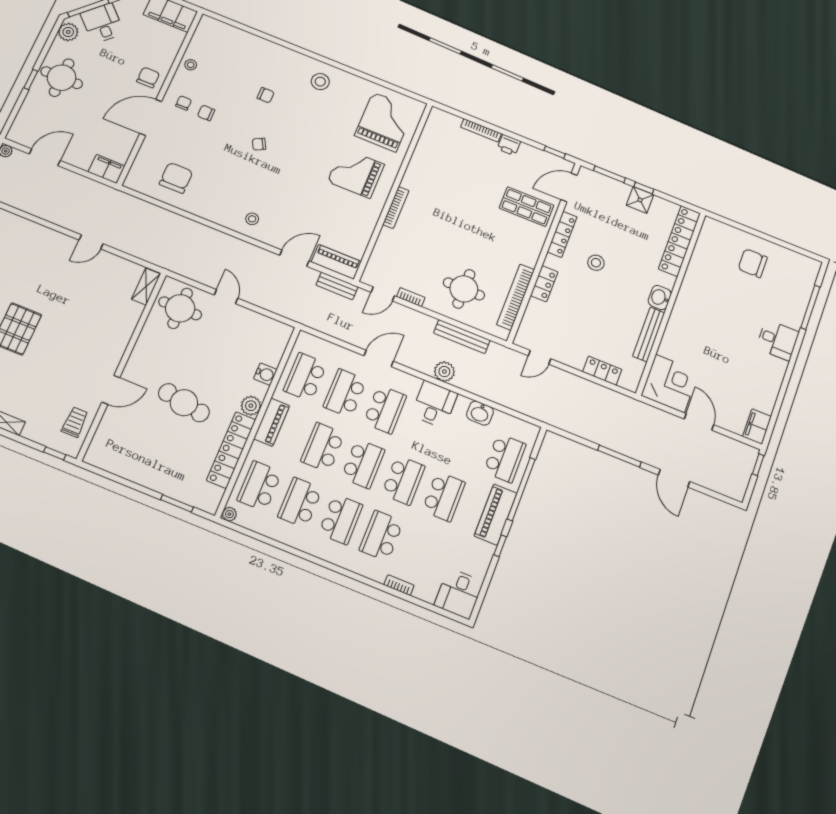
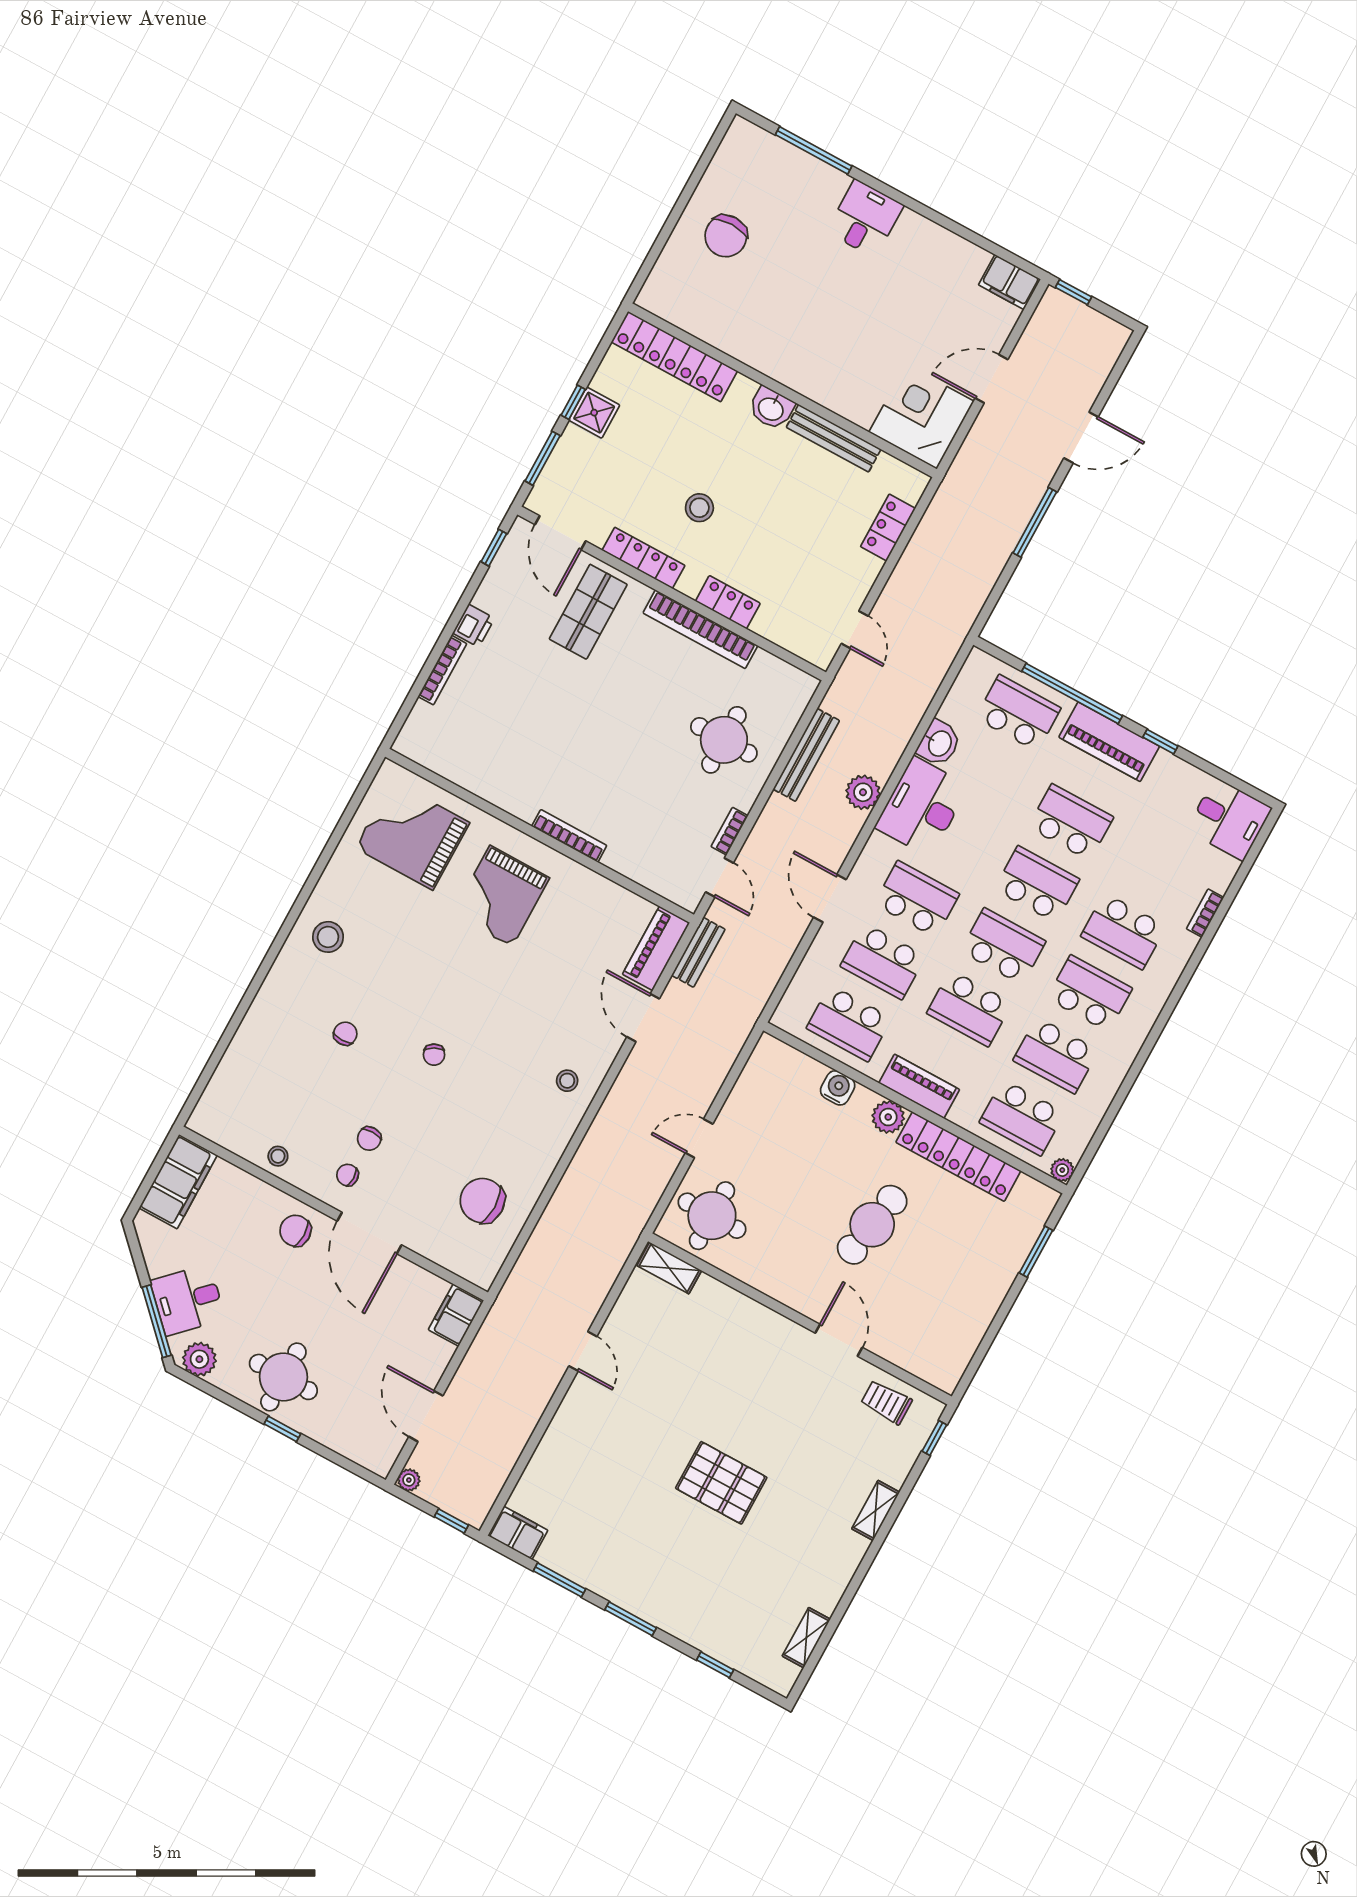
bookcase: (516, 297) -> (700, 629), moved
desk: (434, 404) -> (922, 807), width x1.37

